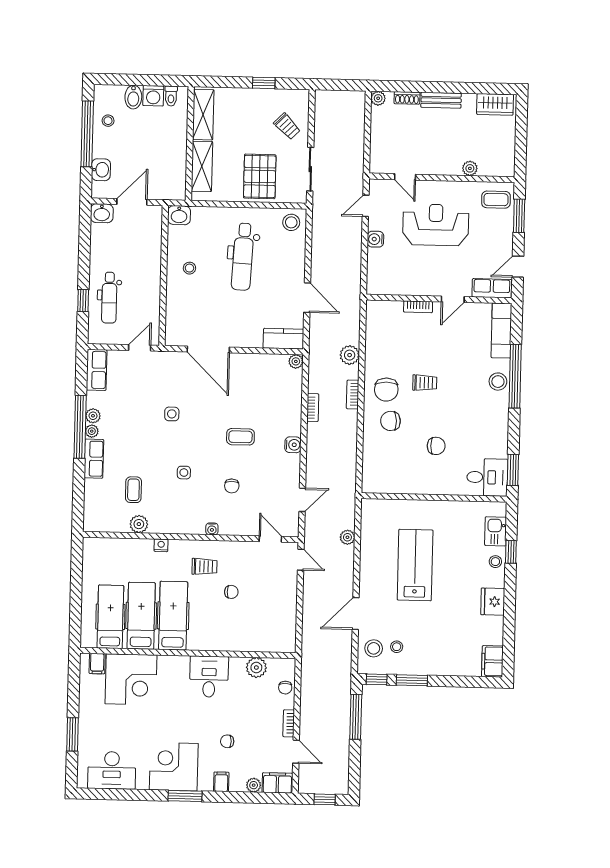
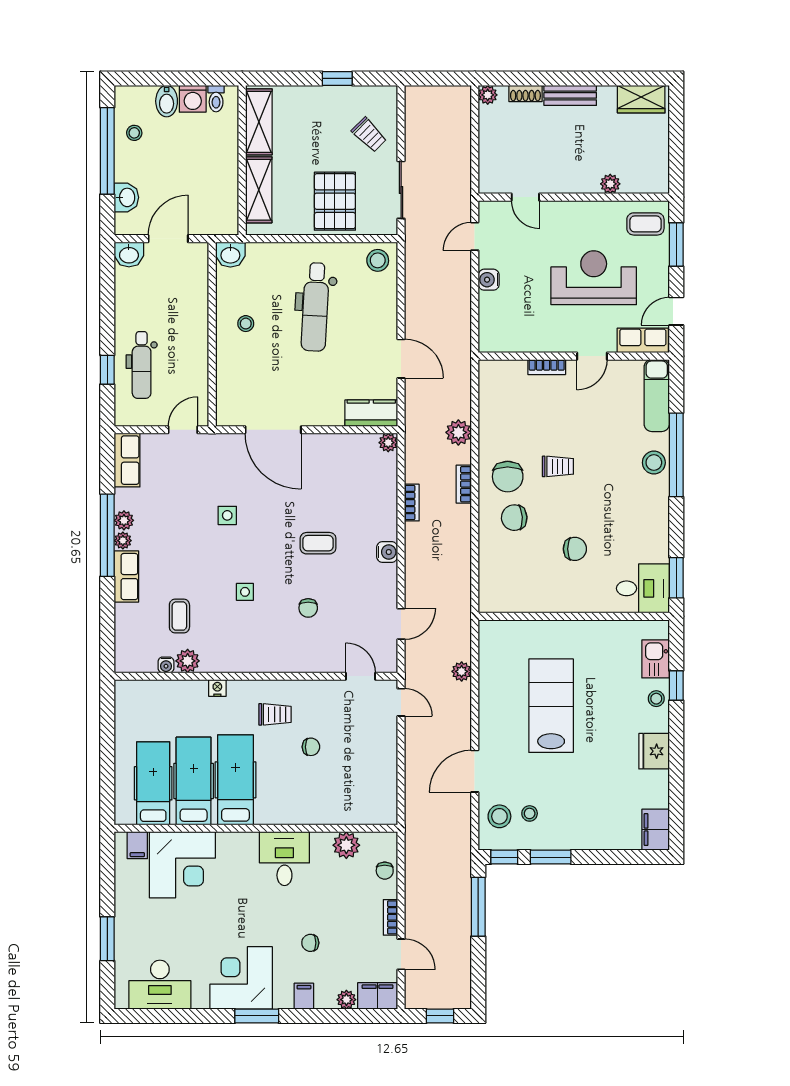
reception desk: (436, 225) -> (594, 278), moved
water cooler: (212, 529) -> (166, 665), moved

